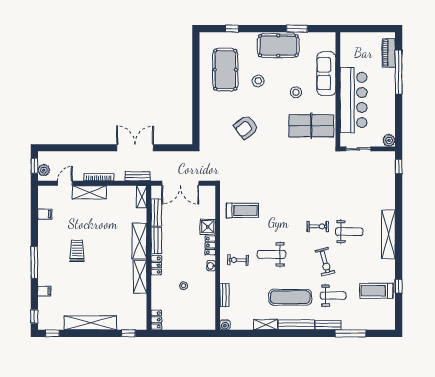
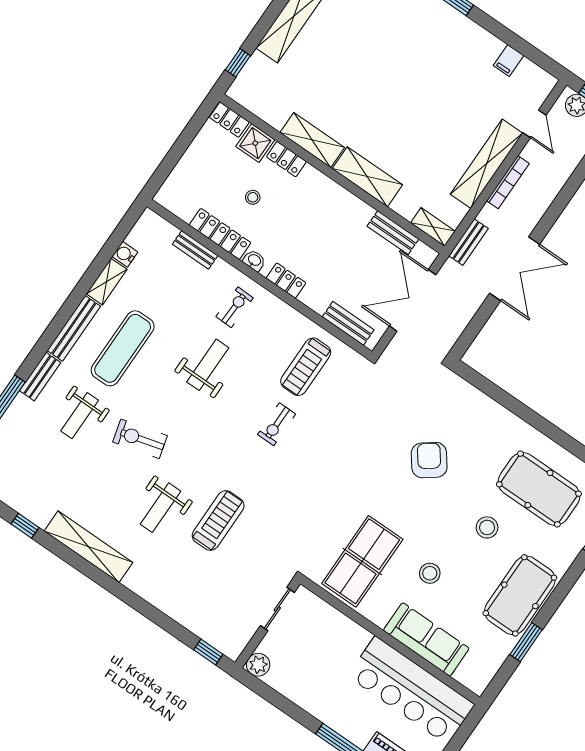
bar counter: (354, 100) -> (411, 690), moved
shelving: (89, 192) -> (487, 164), width x1.47
exercise bike: (318, 226) -> (277, 424), moved
shower: (208, 227) -> (255, 143), moved
shelving: (389, 234) -> (88, 547), moved
bench: (156, 241) -> (348, 323), moved
trolley: (77, 251) -> (418, 71), removed
locker: (156, 265) -> (286, 159), moved
locker: (210, 289) -> (220, 234), added
treadmill: (376, 291) -> (218, 521), moved
water cooler: (225, 325) -> (125, 254), moved

